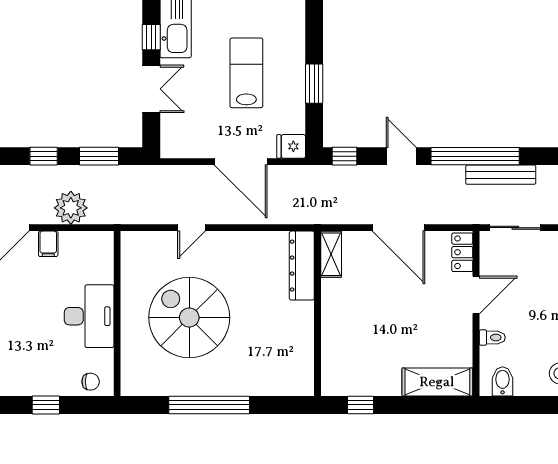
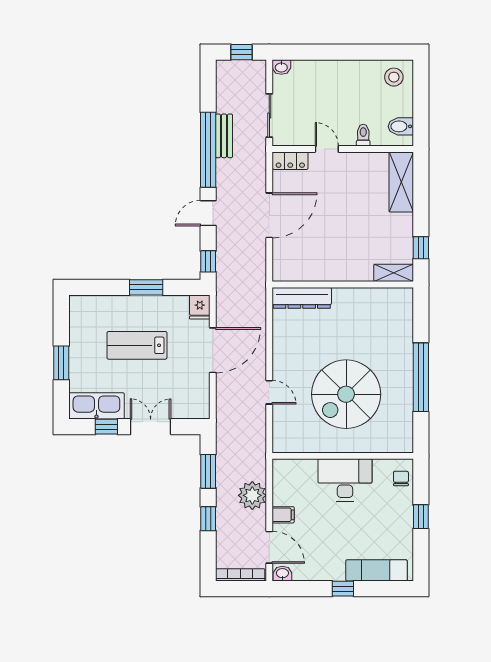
bench: (501, 175) -> (224, 136), width x0.73
shelving: (331, 254) -> (394, 273), moved
door: (476, 295) -> (327, 149), width x0.73

